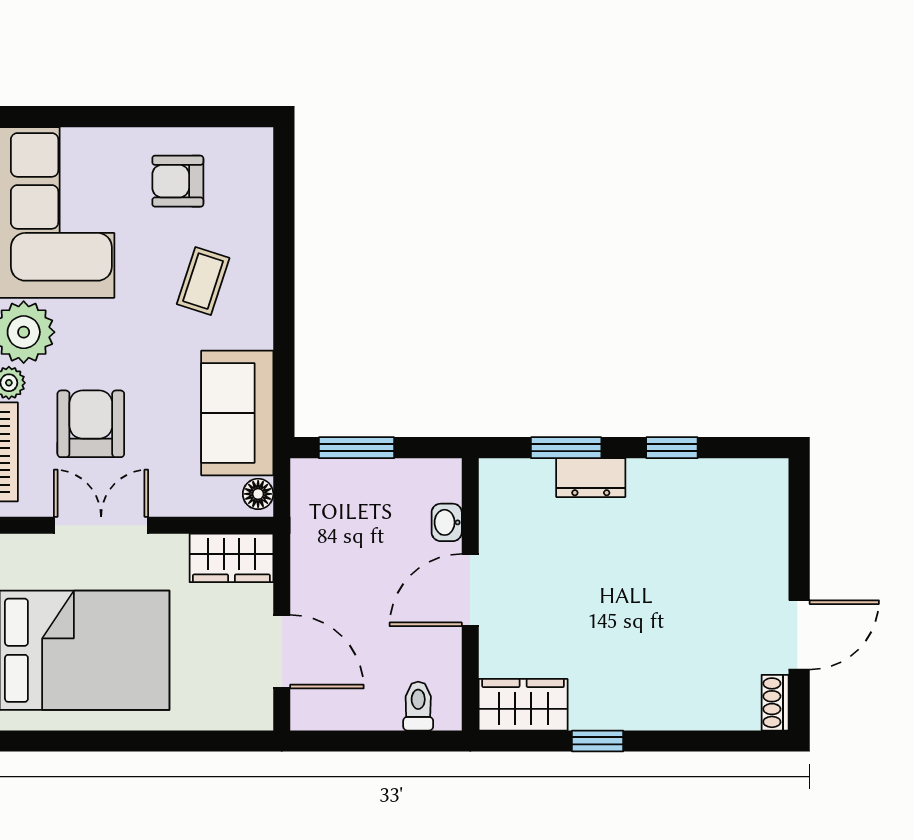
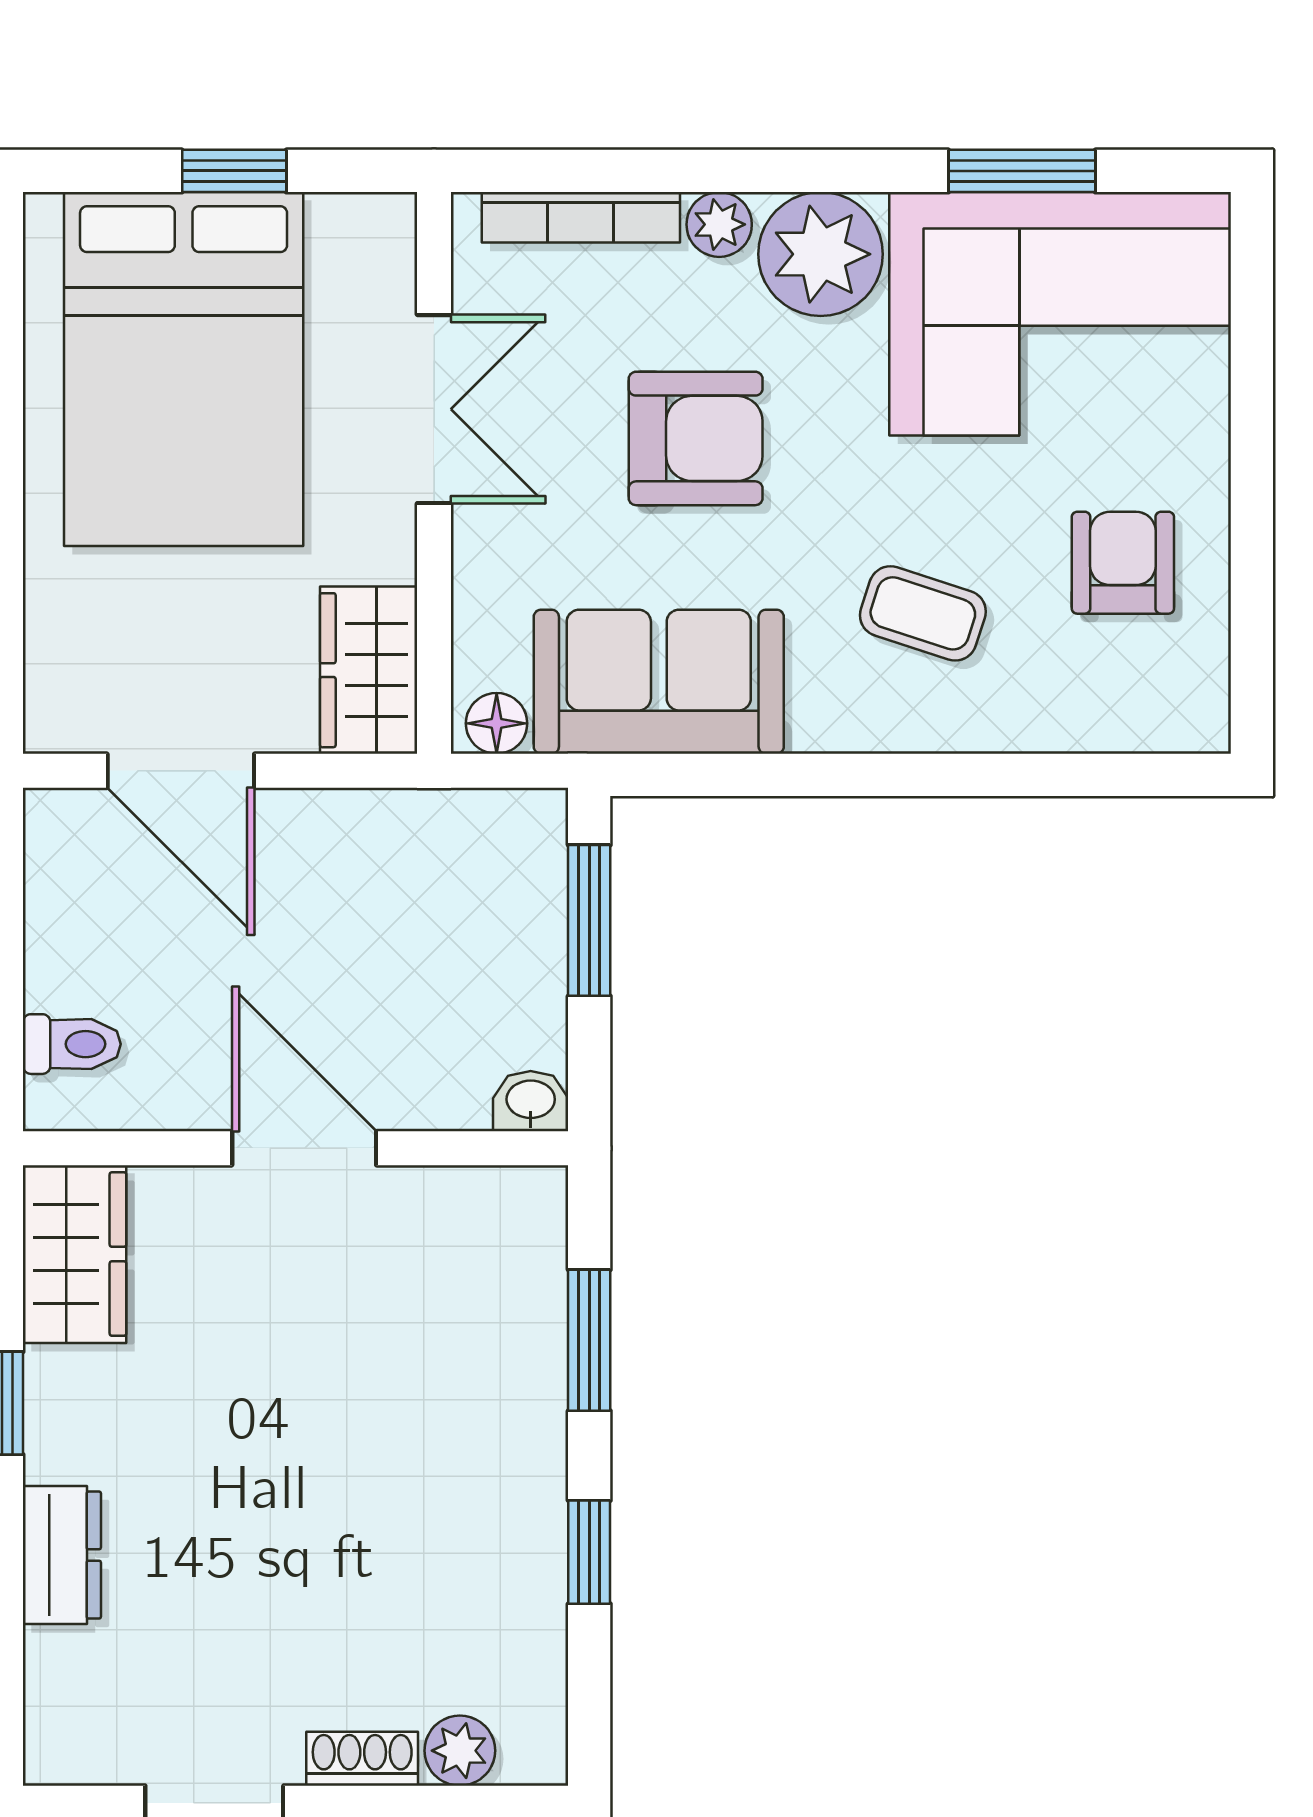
armchair: (91, 424) -> (696, 438), moved
dresser: (591, 478) -> (62, 1555), moved, turned 180
plant: (771, 512) -> (460, 1751), added
washbasin: (447, 522) -> (531, 1101), moved
door: (282, 652) -> (181, 771), hinge flipped
shoe rack: (775, 703) -> (362, 1759), moved

